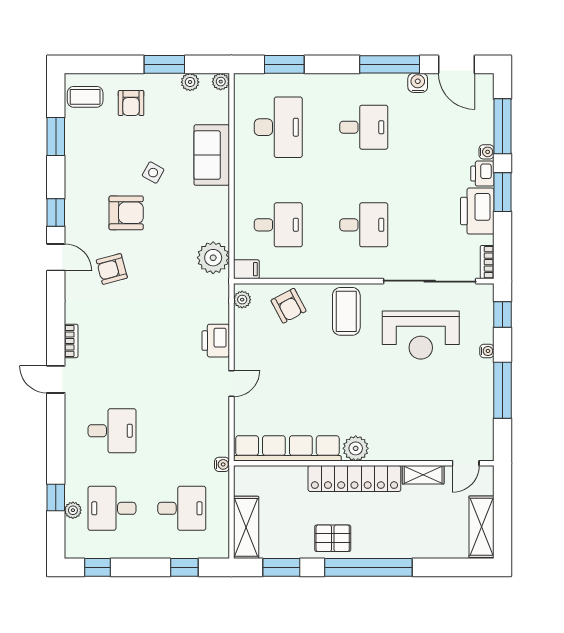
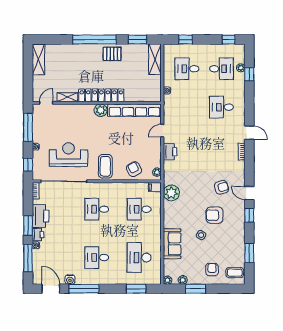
row of seats: (287, 448) -> (135, 110), moved
plant: (356, 448) -> (101, 110), moved
wall: (364, 463) -> (97, 103), moved
door: (466, 463) -> (46, 103), moved
shelving: (423, 475) -> (67, 97), moved
locker: (354, 479) -> (101, 95), moved

